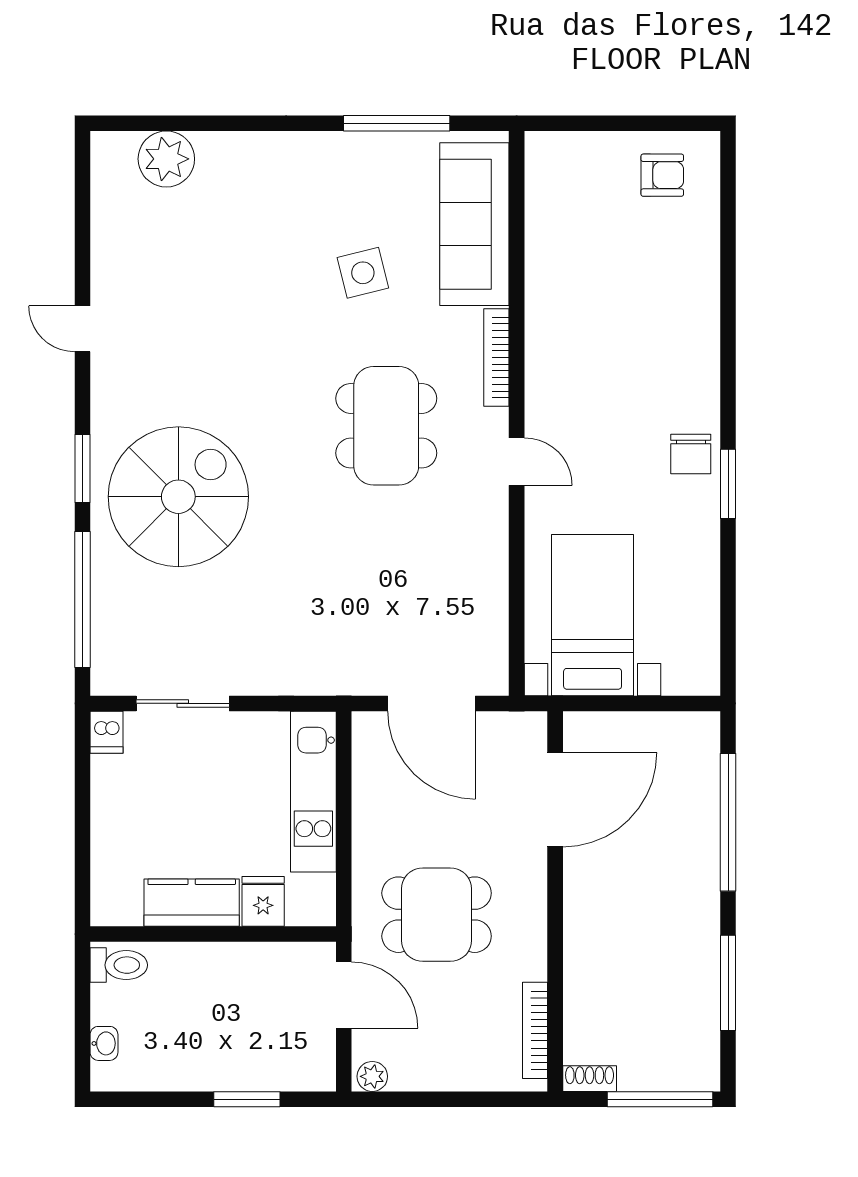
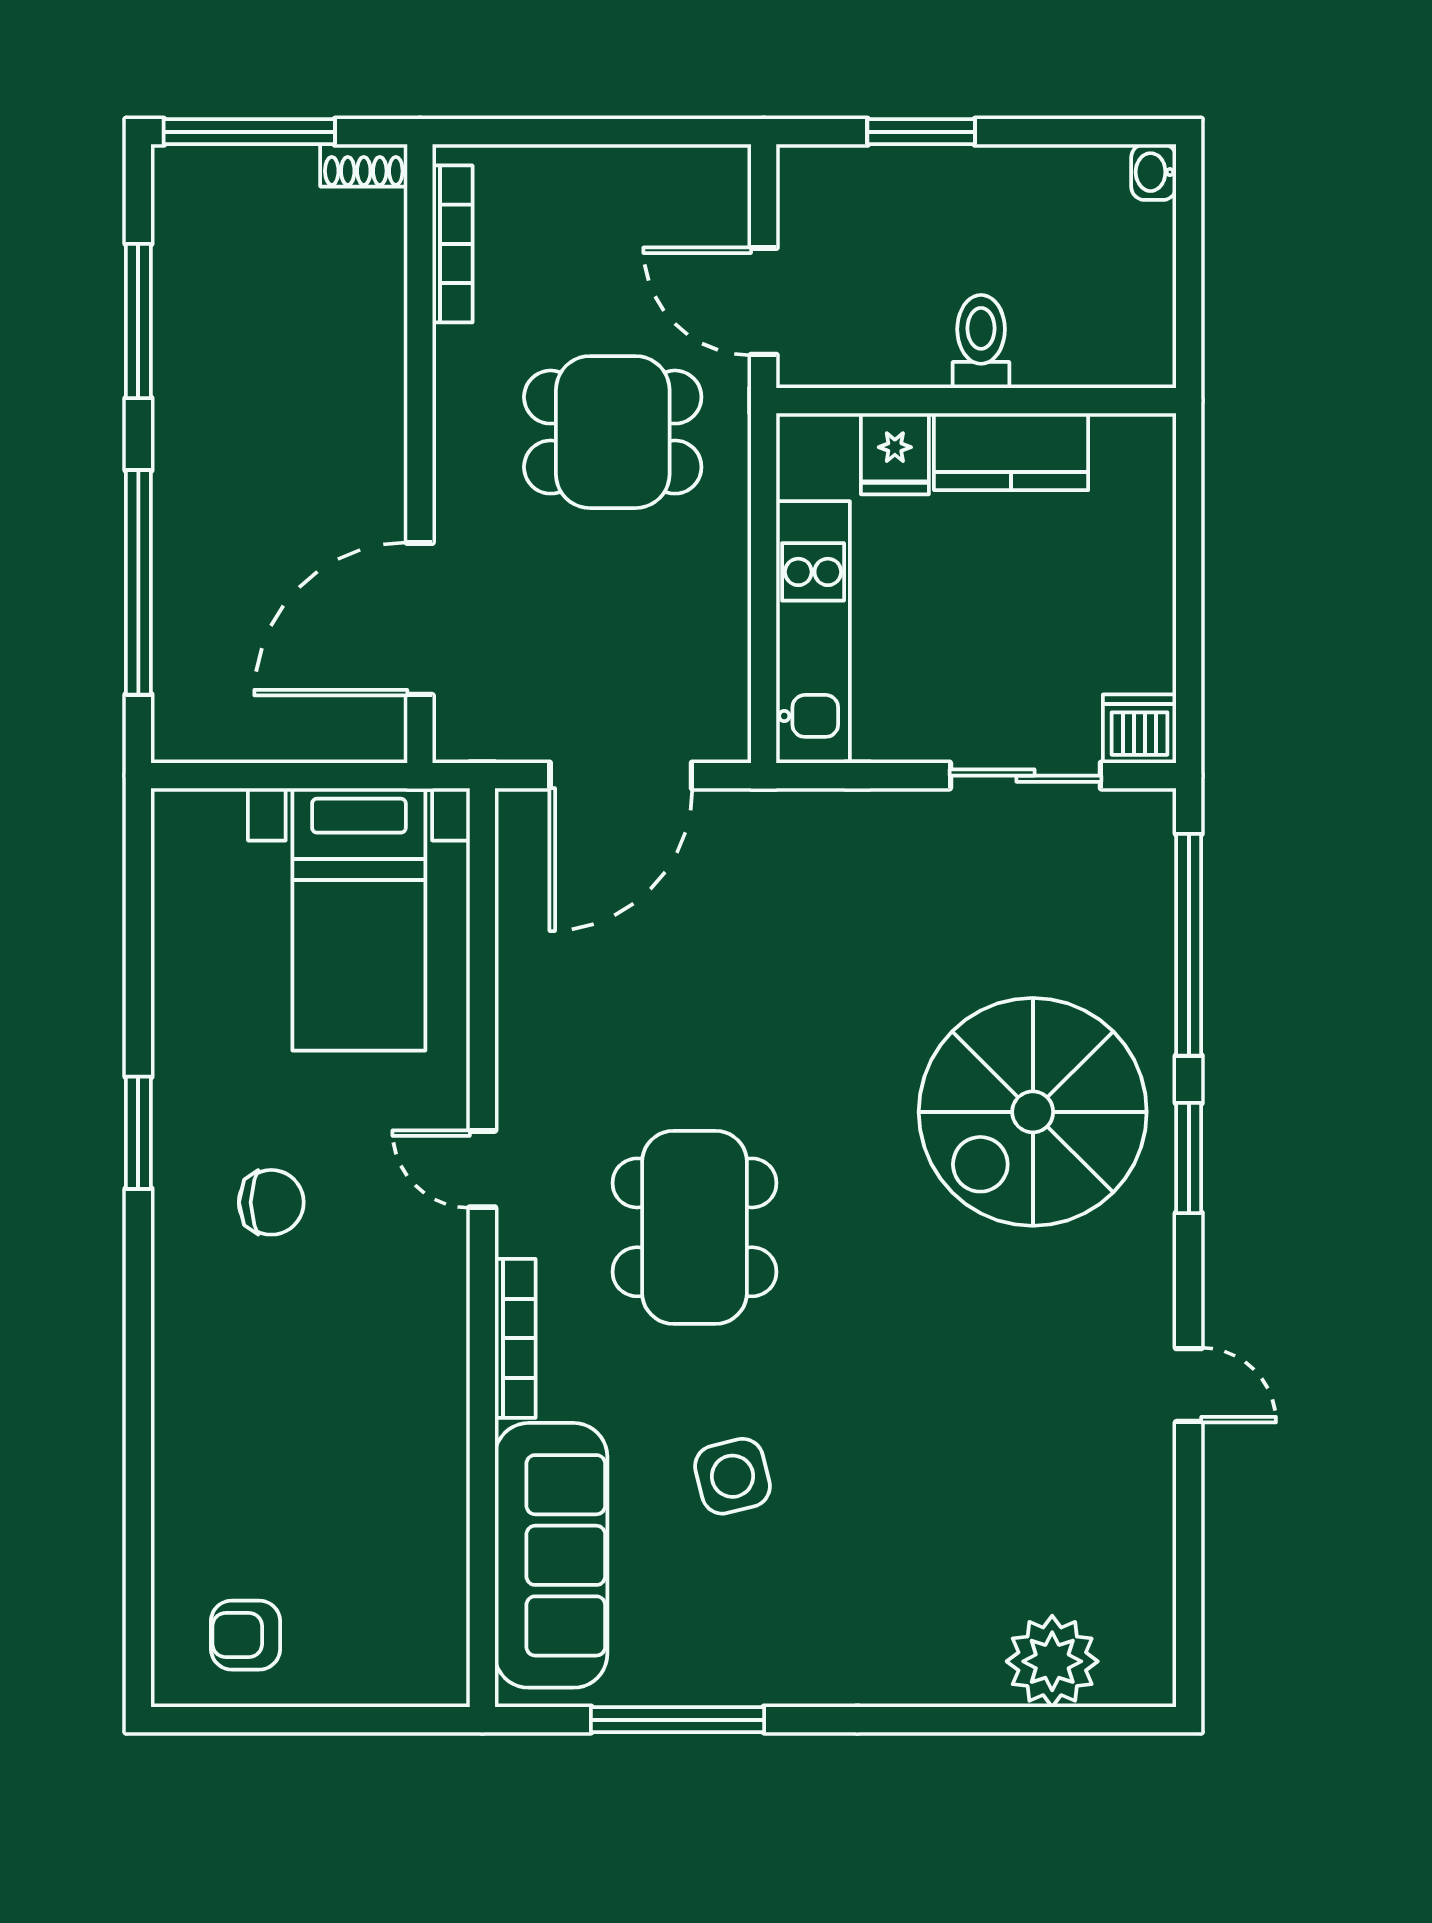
chair: (691, 454) -> (271, 1202), moved, turned 90
door: (431, 703) -> (621, 776), swing flipped
dishwasher: (107, 732) -> (1140, 729), width x1.38
toilet: (119, 965) -> (981, 341), moved, turned 90
washbasin: (104, 1043) -> (1154, 172), moved
plant: (372, 1076) -> (717, 169), removed

